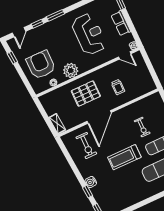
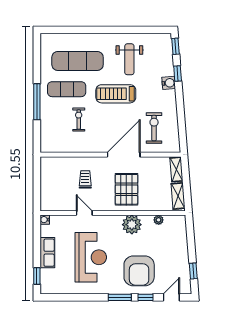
reception desk: (89, 34) -> (91, 257), turned 180
door: (125, 55) -> (84, 213), moved
armchair: (41, 65) -> (139, 271), moved
pallet: (86, 94) -> (126, 189), turned 90
shelving: (47, 106) -> (178, 196), added
treadmill: (124, 157) -> (116, 94), turned 180
weight bench: (126, 186) -> (129, 59), added

